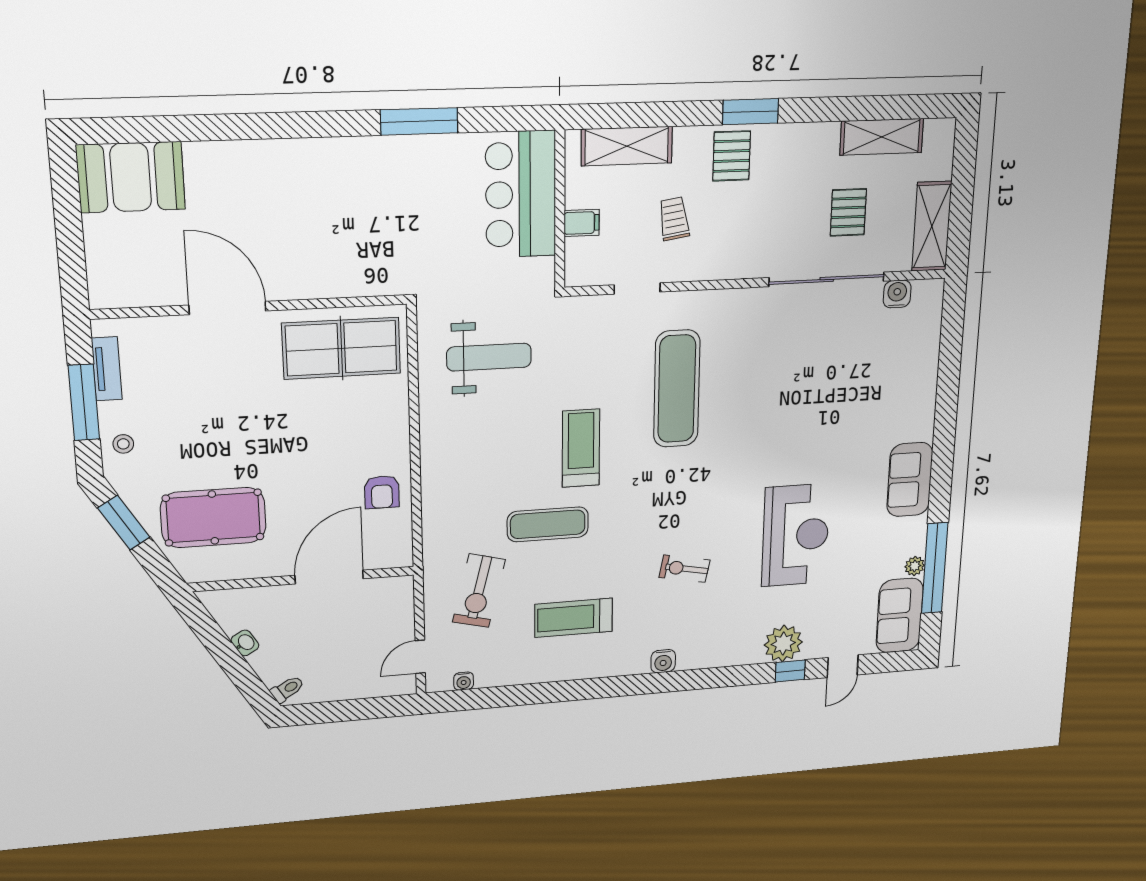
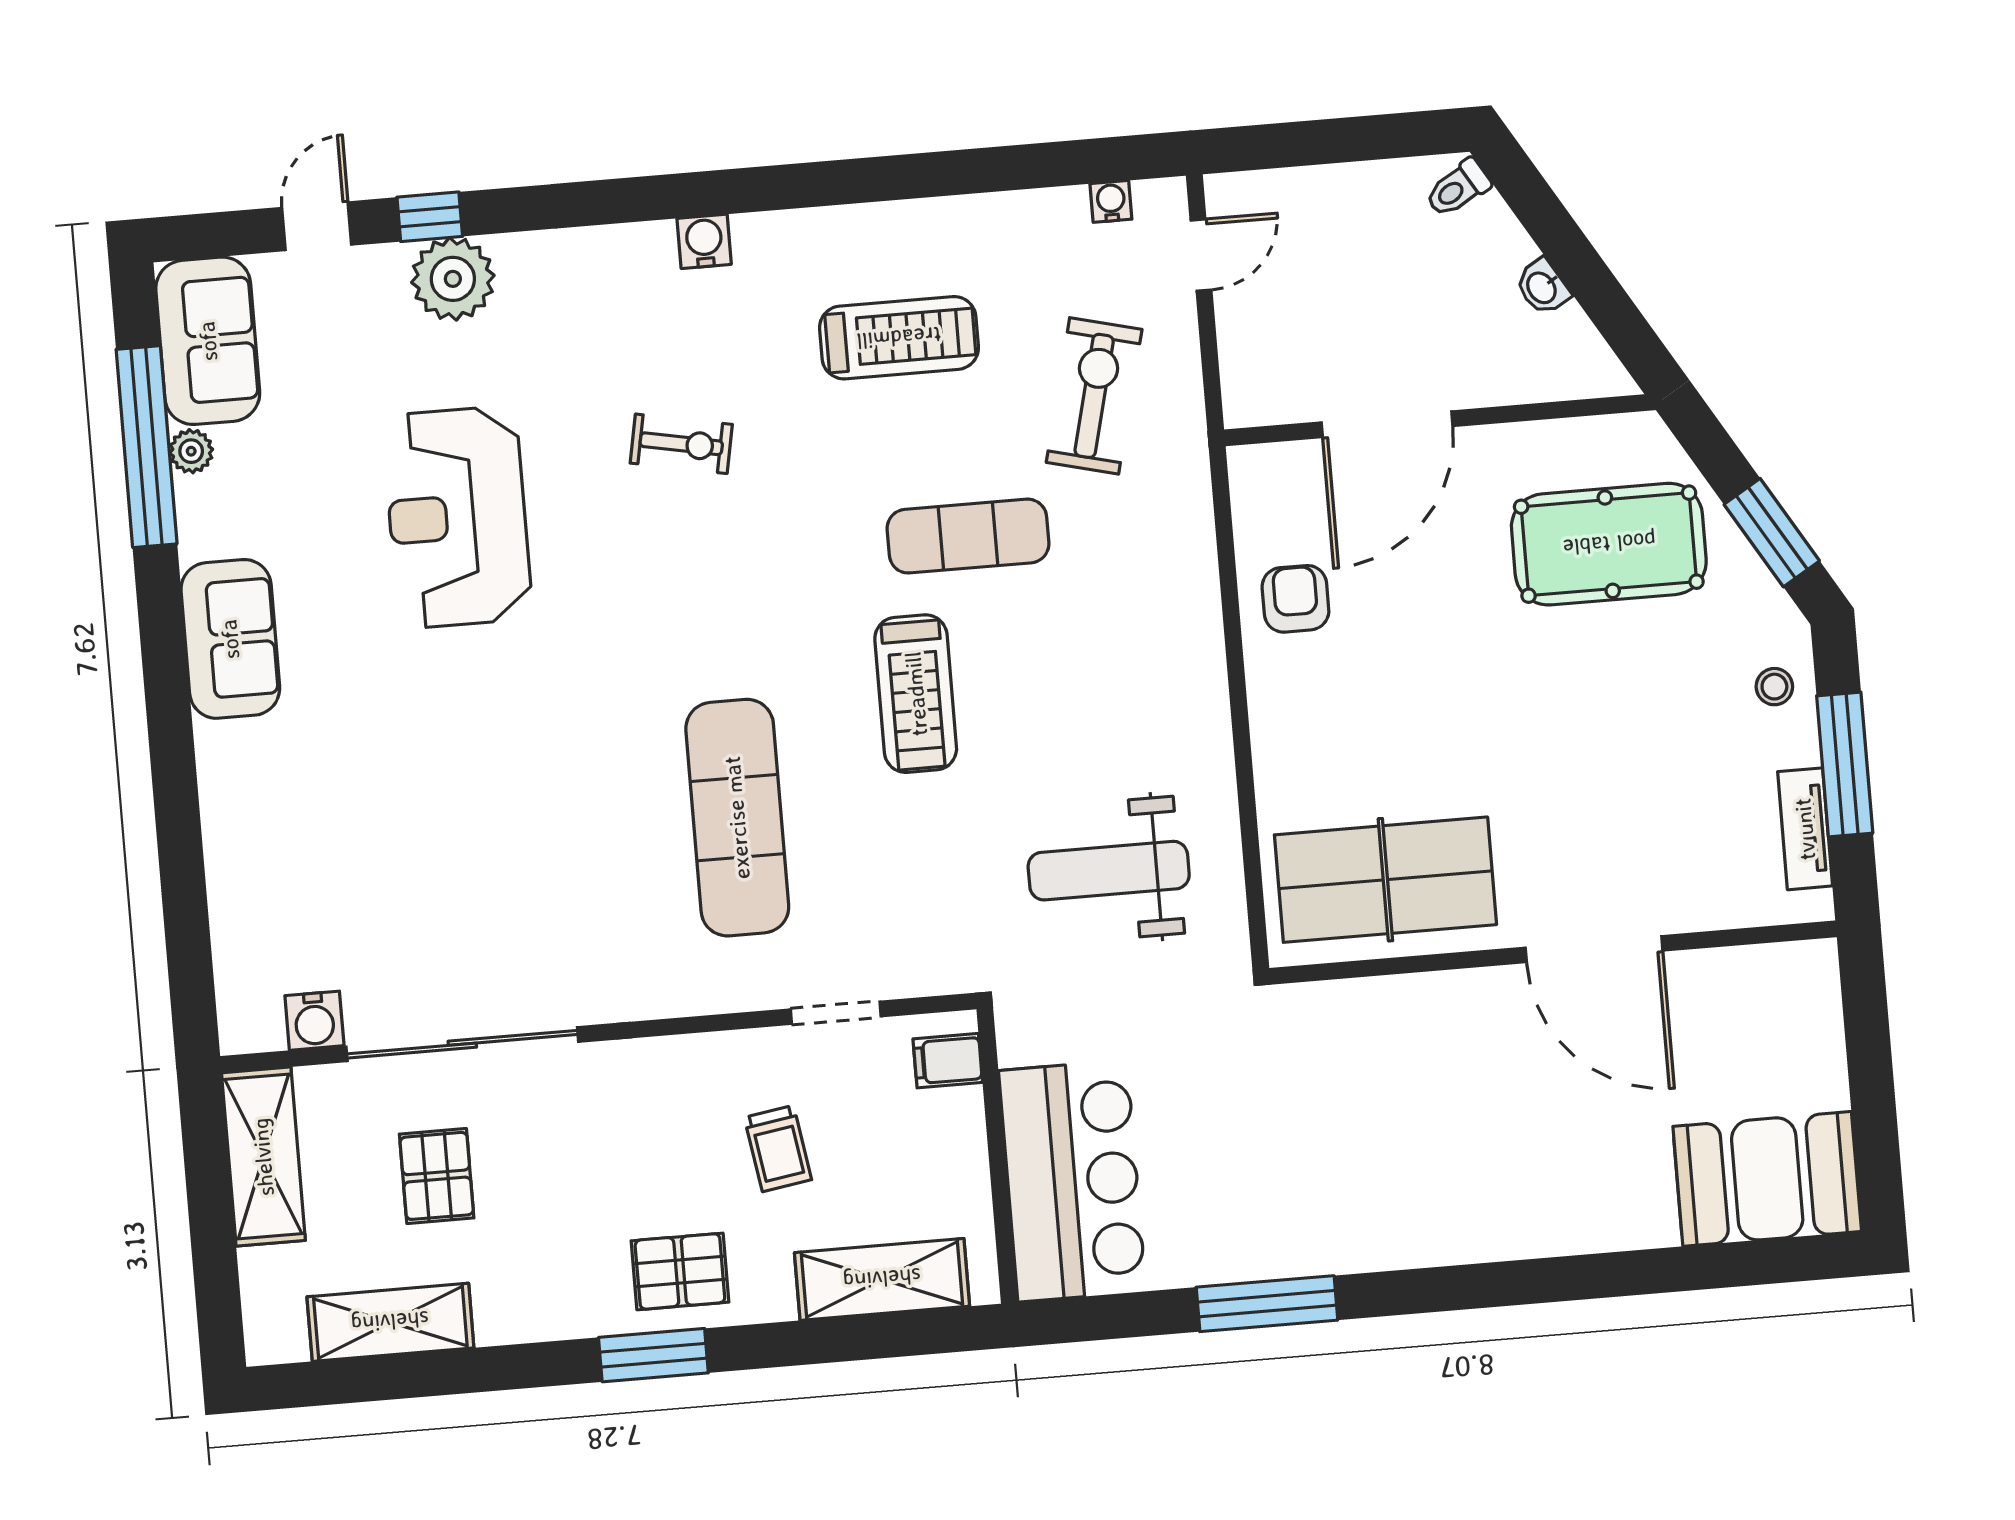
pallet: (732, 156) -> (680, 1271), turned 90
filing cabinet: (582, 223) -> (948, 1061), moved

